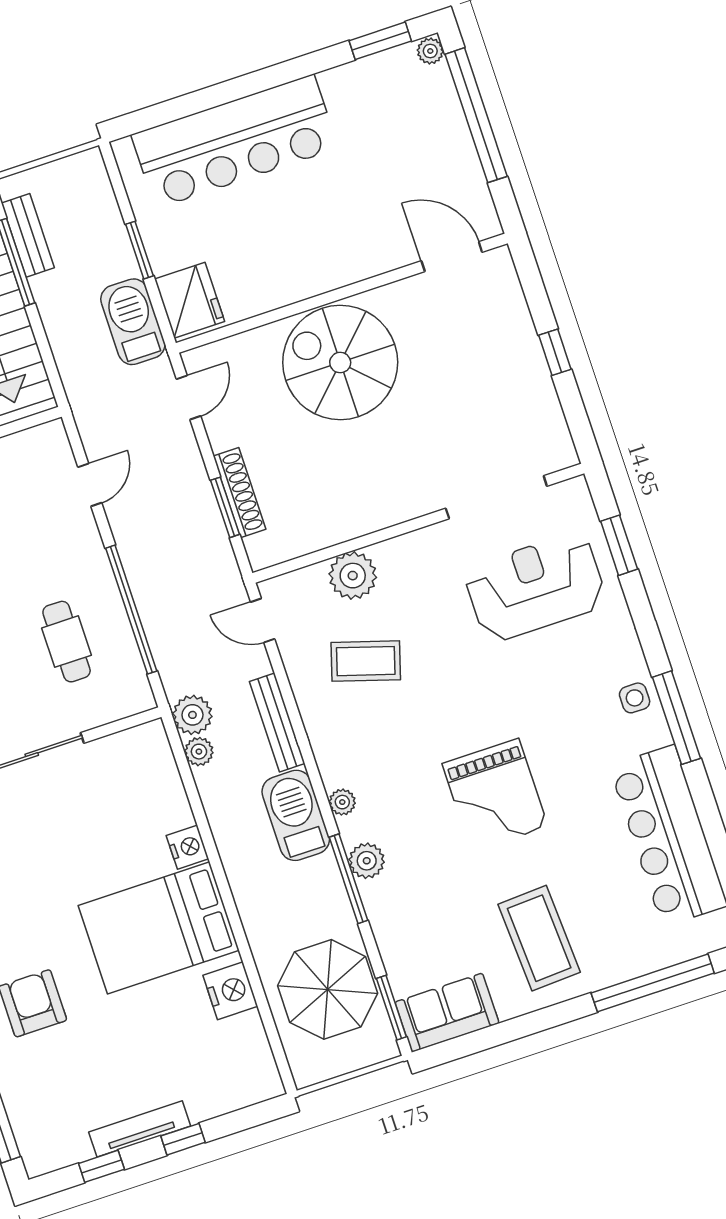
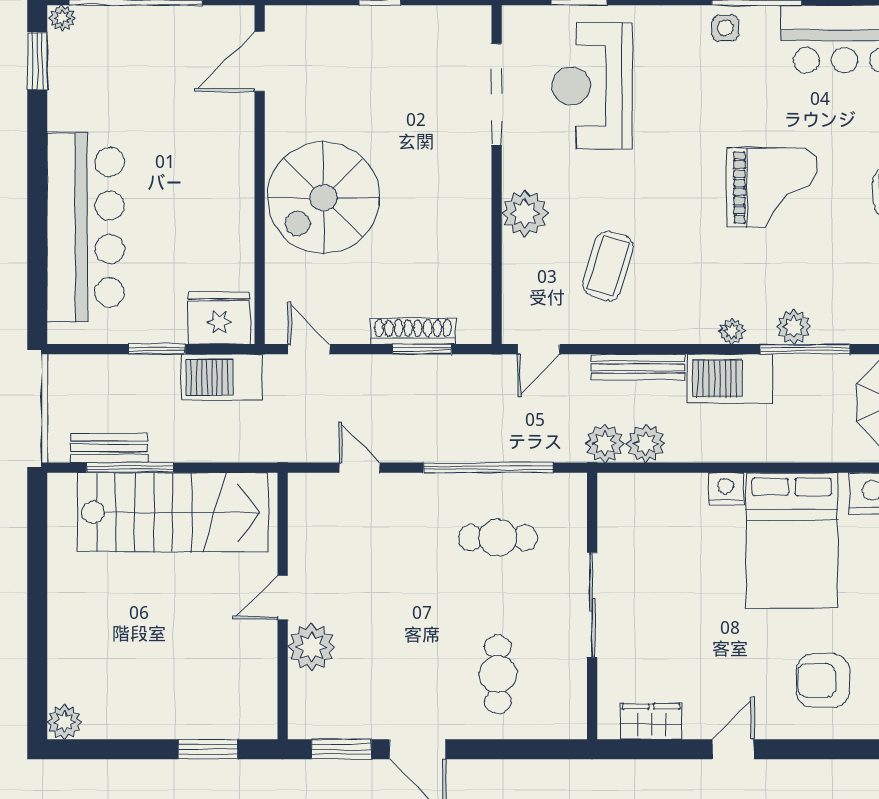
plant: (353, 576) -> (525, 213), moved
plant: (199, 752) -> (646, 443), width x1.38, depth x1.38

